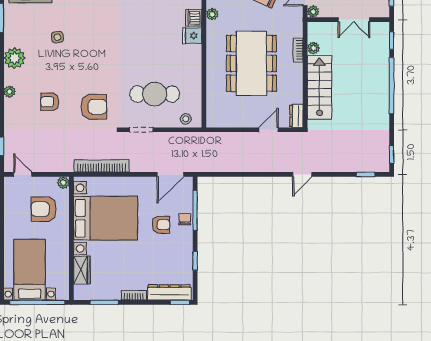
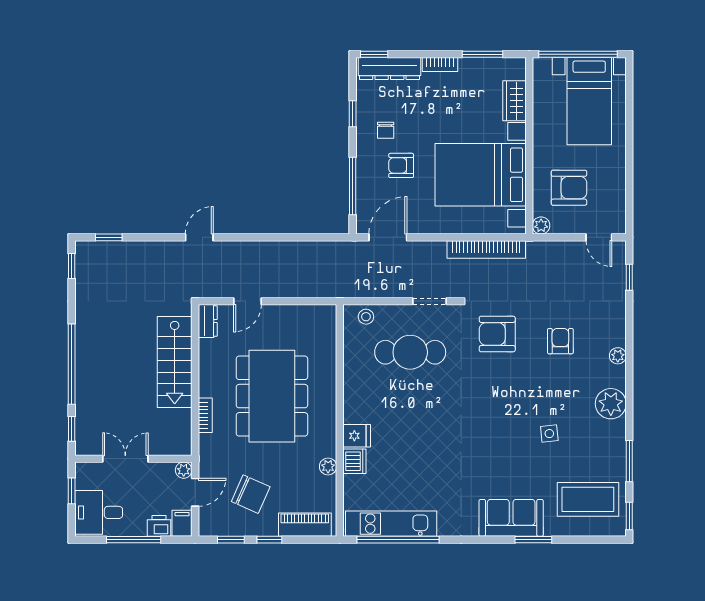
plant: (314, 48) -> (183, 418), removed
armchair: (50, 102) -> (560, 341), turned -90
chair: (185, 219) -> (386, 130), moved

